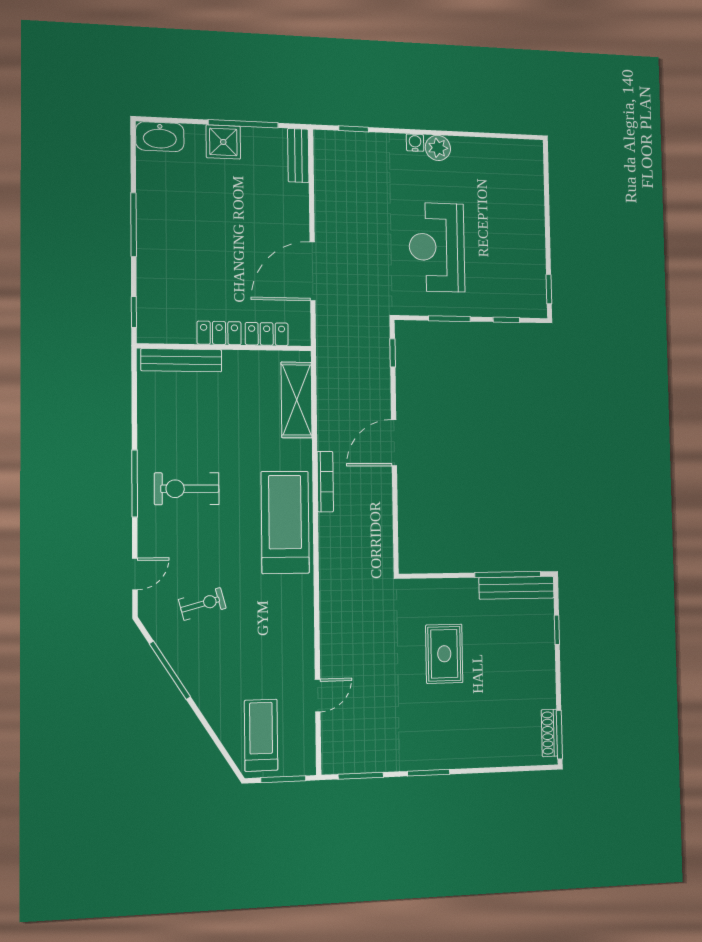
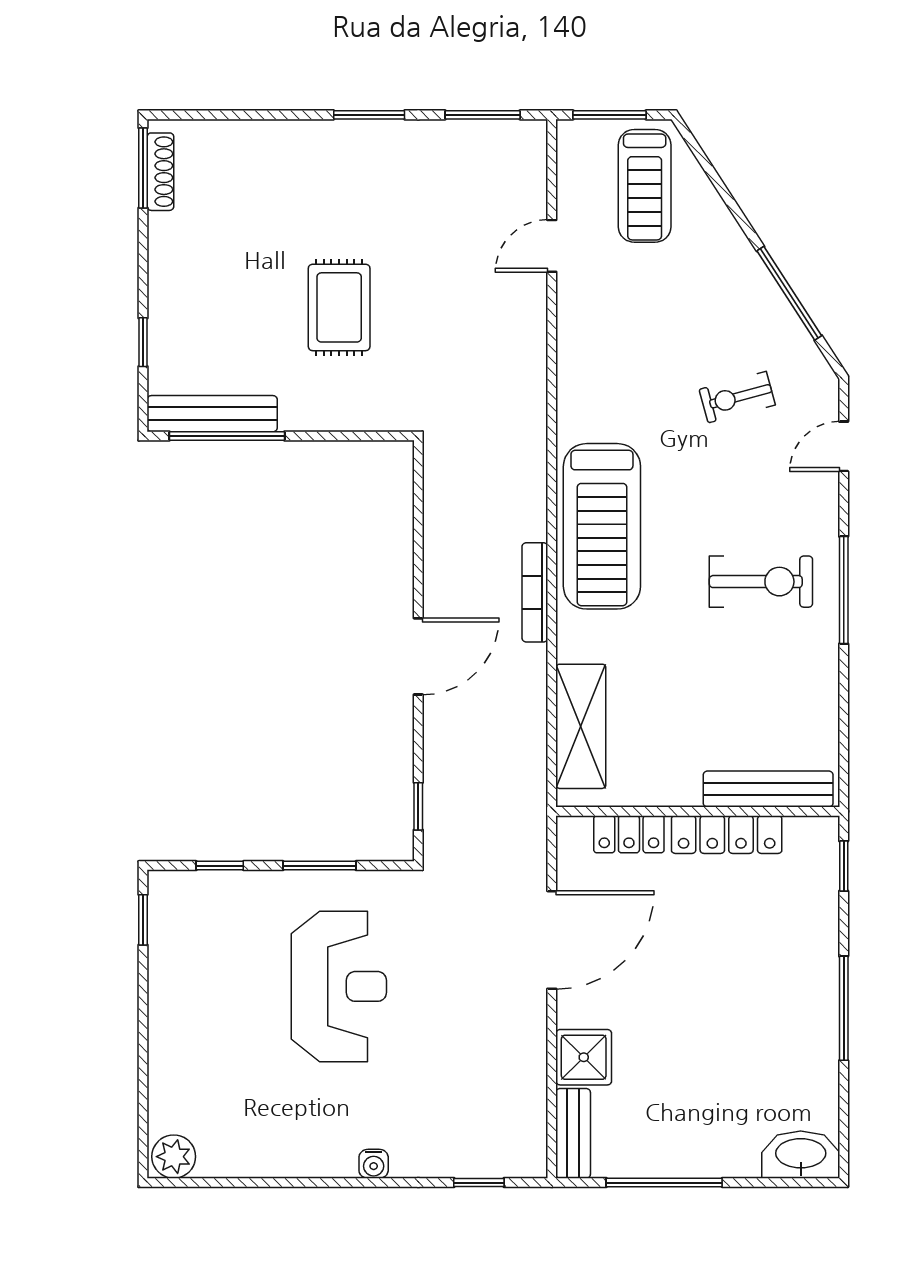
shower: (223, 142) -> (584, 1057), moved
plant: (438, 148) -> (174, 1157), moved
locker: (219, 333) -> (727, 835), width x1.53

